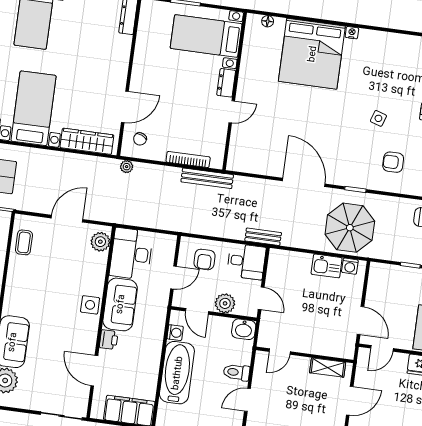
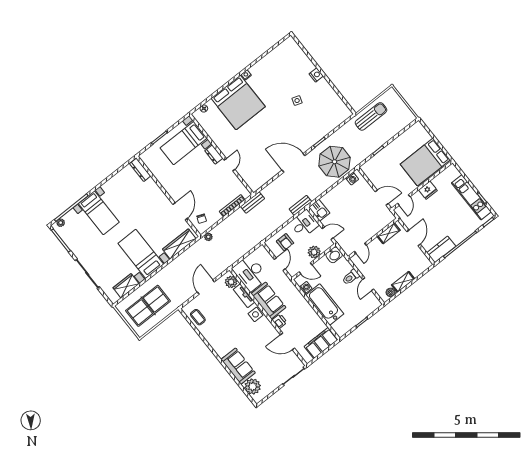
armchair: (393, 162) -> (324, 113), removed
bench: (207, 178) -> (253, 202), width x0.73
kitchen sink: (327, 266) -> (319, 210), moved, turned -90
tv unit: (99, 272) -> (244, 296), added

